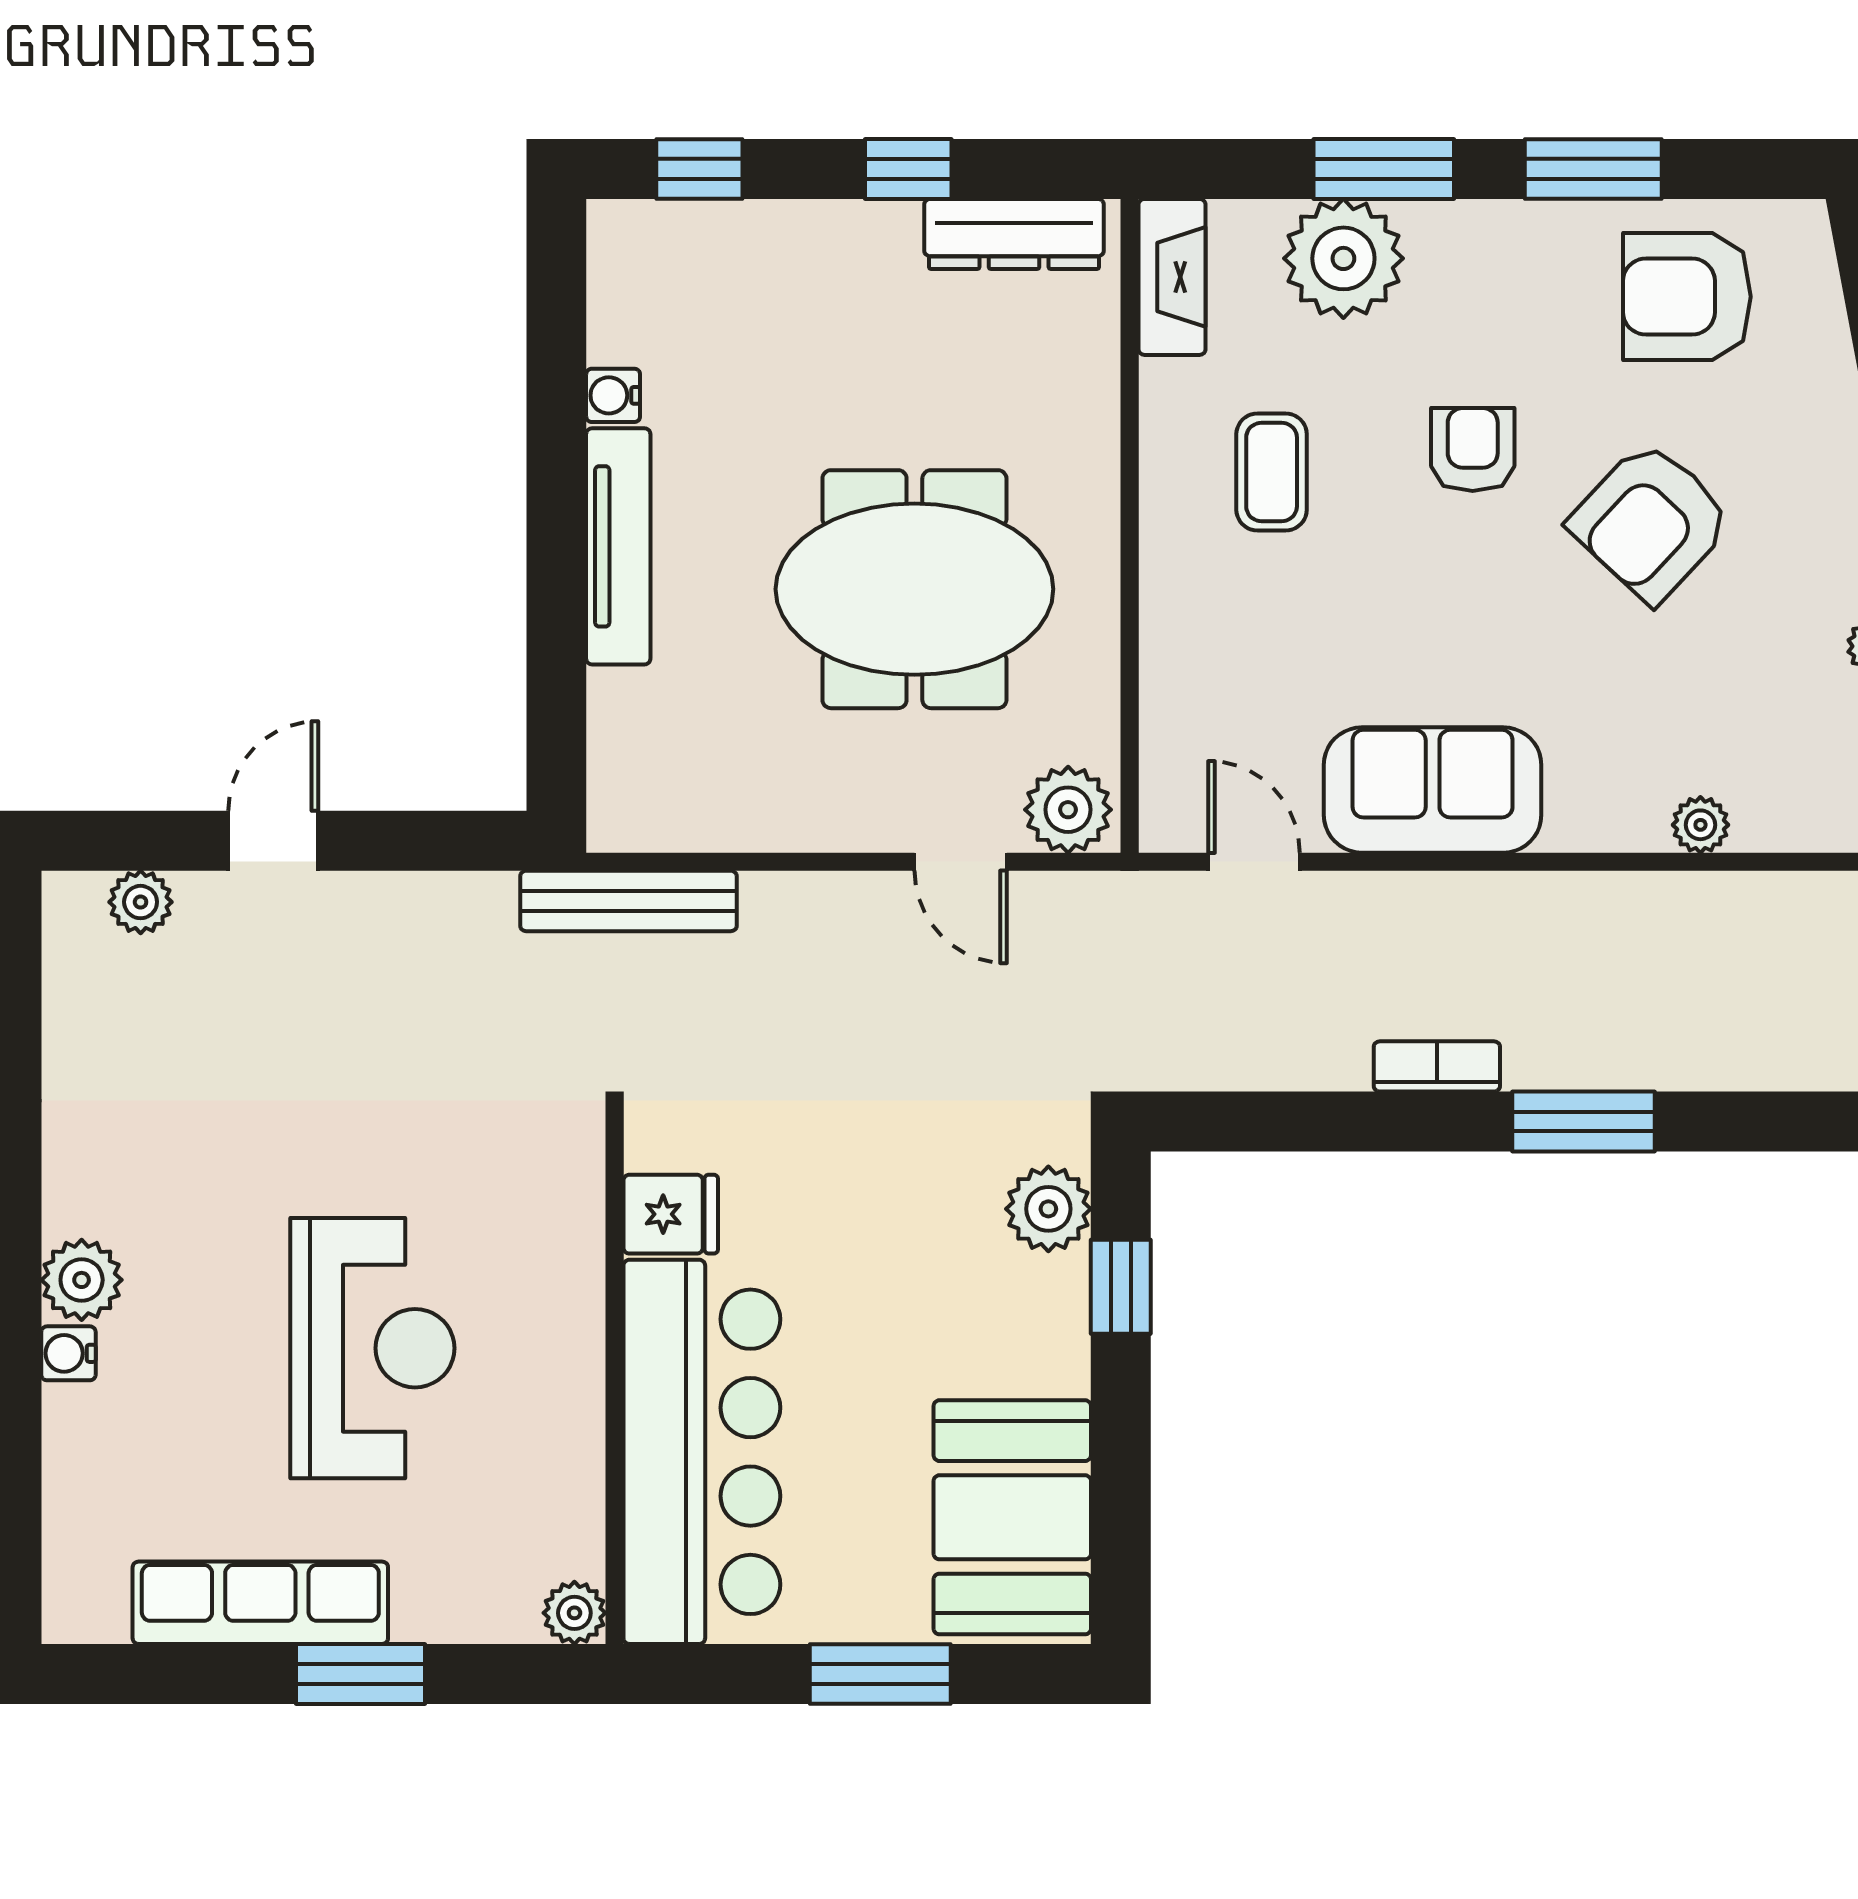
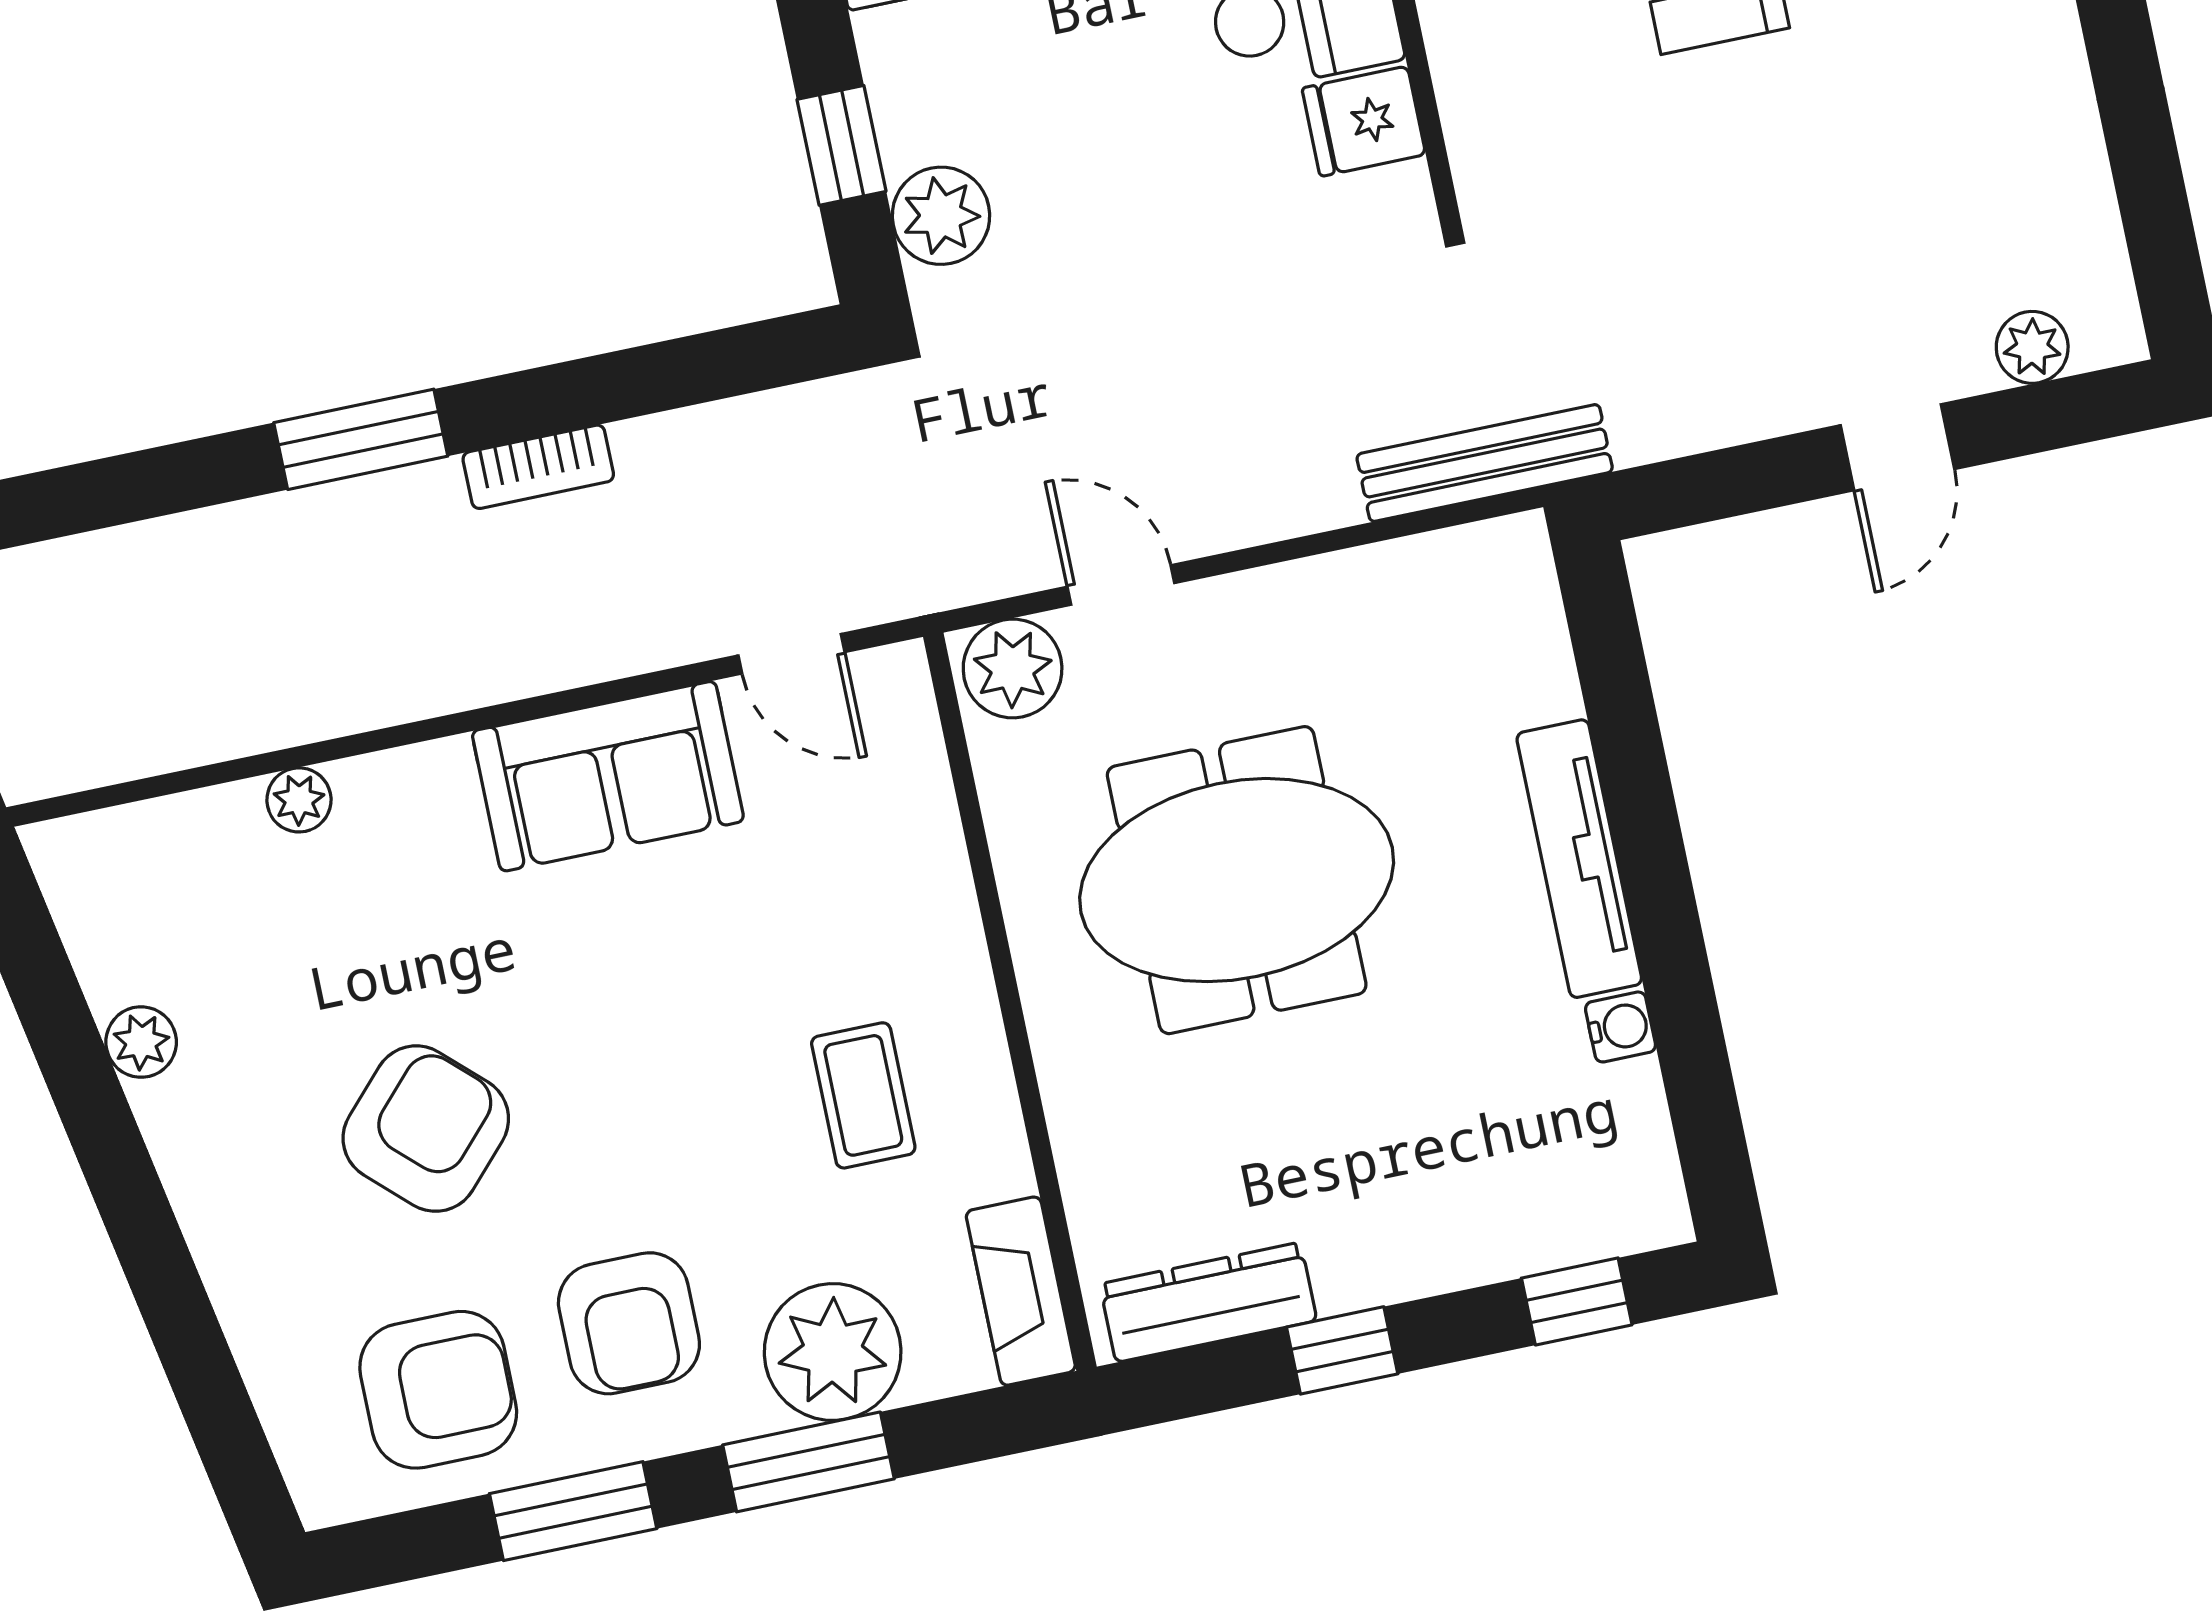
armchair: (1473, 450) -> (629, 1323), moved, width x1.38, depth x1.38

